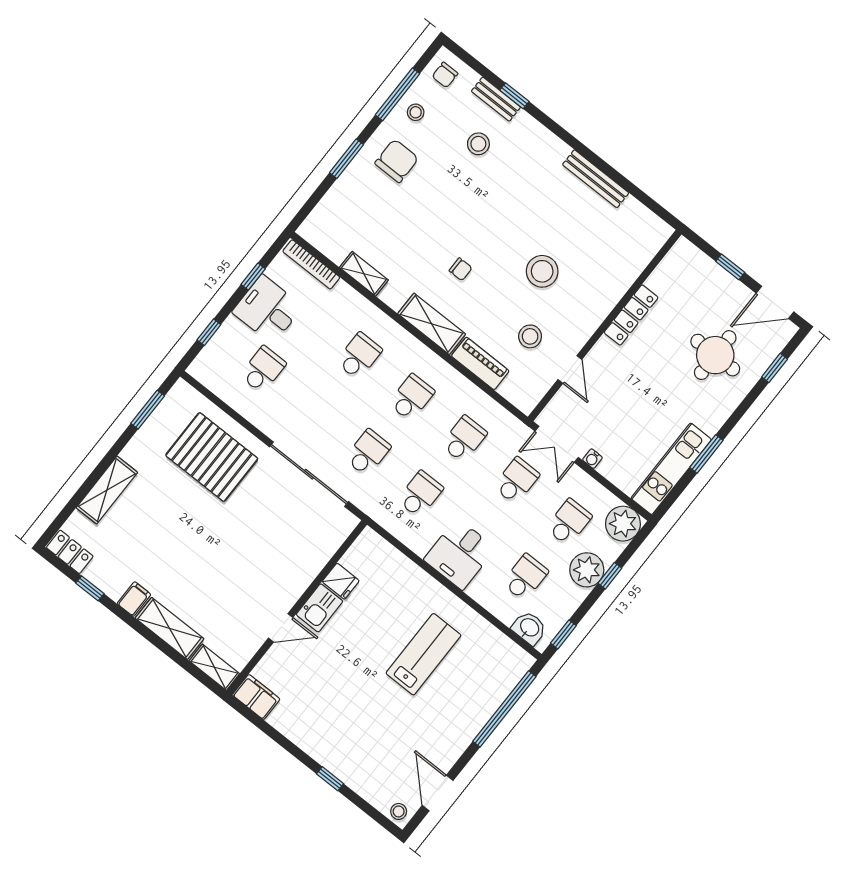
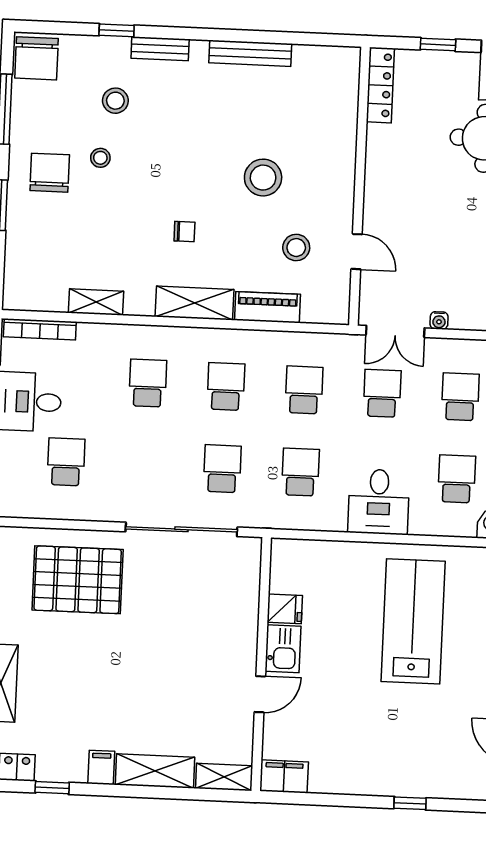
chair: (445, 75) -> (37, 58), width x1.87, depth x1.87
bench: (496, 99) -> (160, 49), moved
stool: (416, 112) -> (100, 158), moved
locker: (631, 315) -> (380, 85), moved
lab bench: (423, 654) -> (413, 621), width x1.36, depth x1.39

